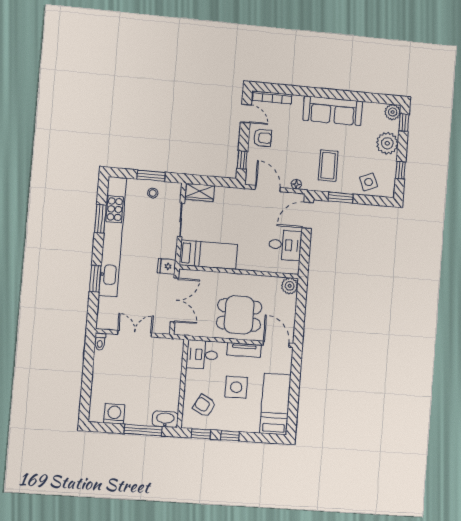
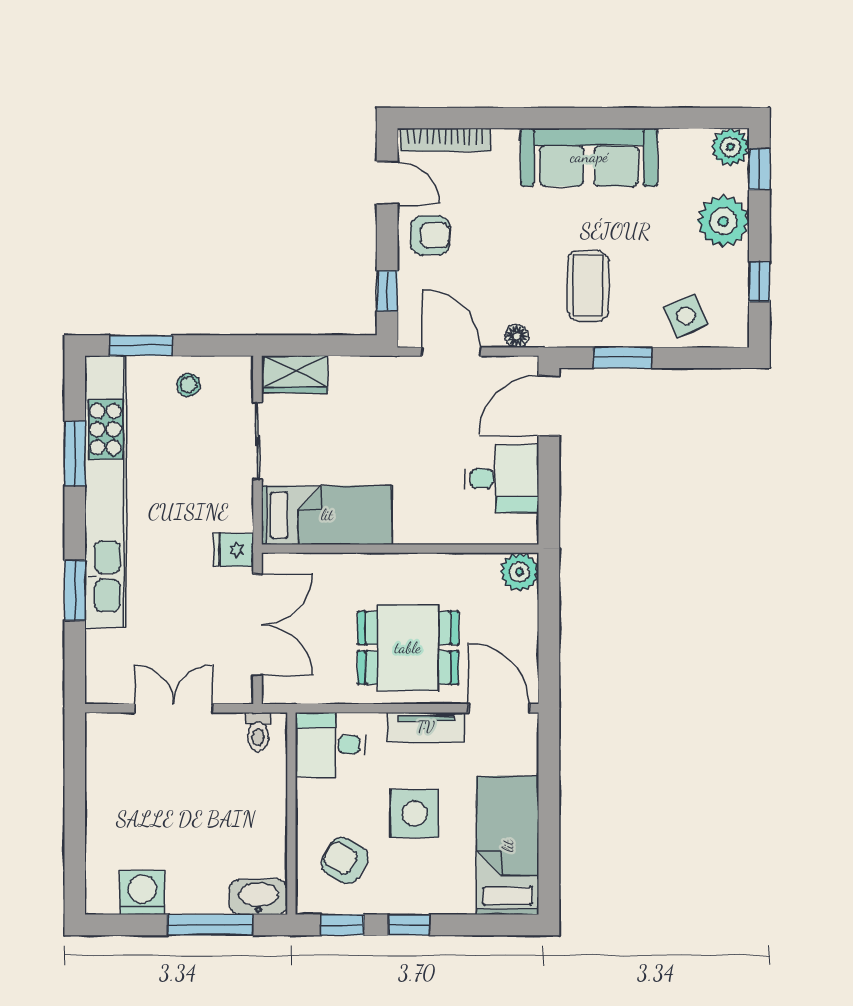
window: (151, 176) -> (141, 346), moved
toilet: (100, 342) -> (258, 732), moved

